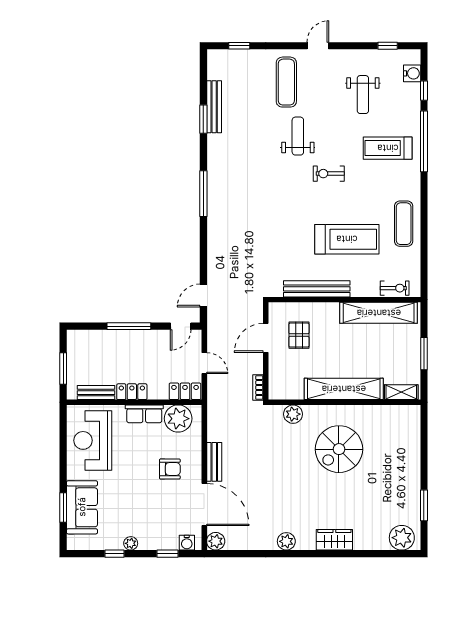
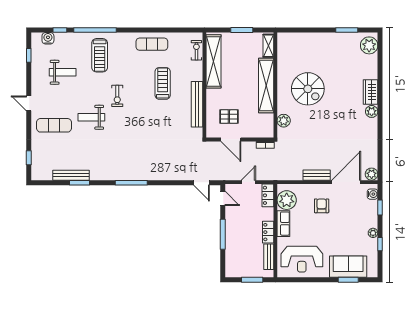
treadmill: (347, 239) -> (163, 83), width x0.73, depth x0.73
plant: (286, 541) -> (372, 111), moved

